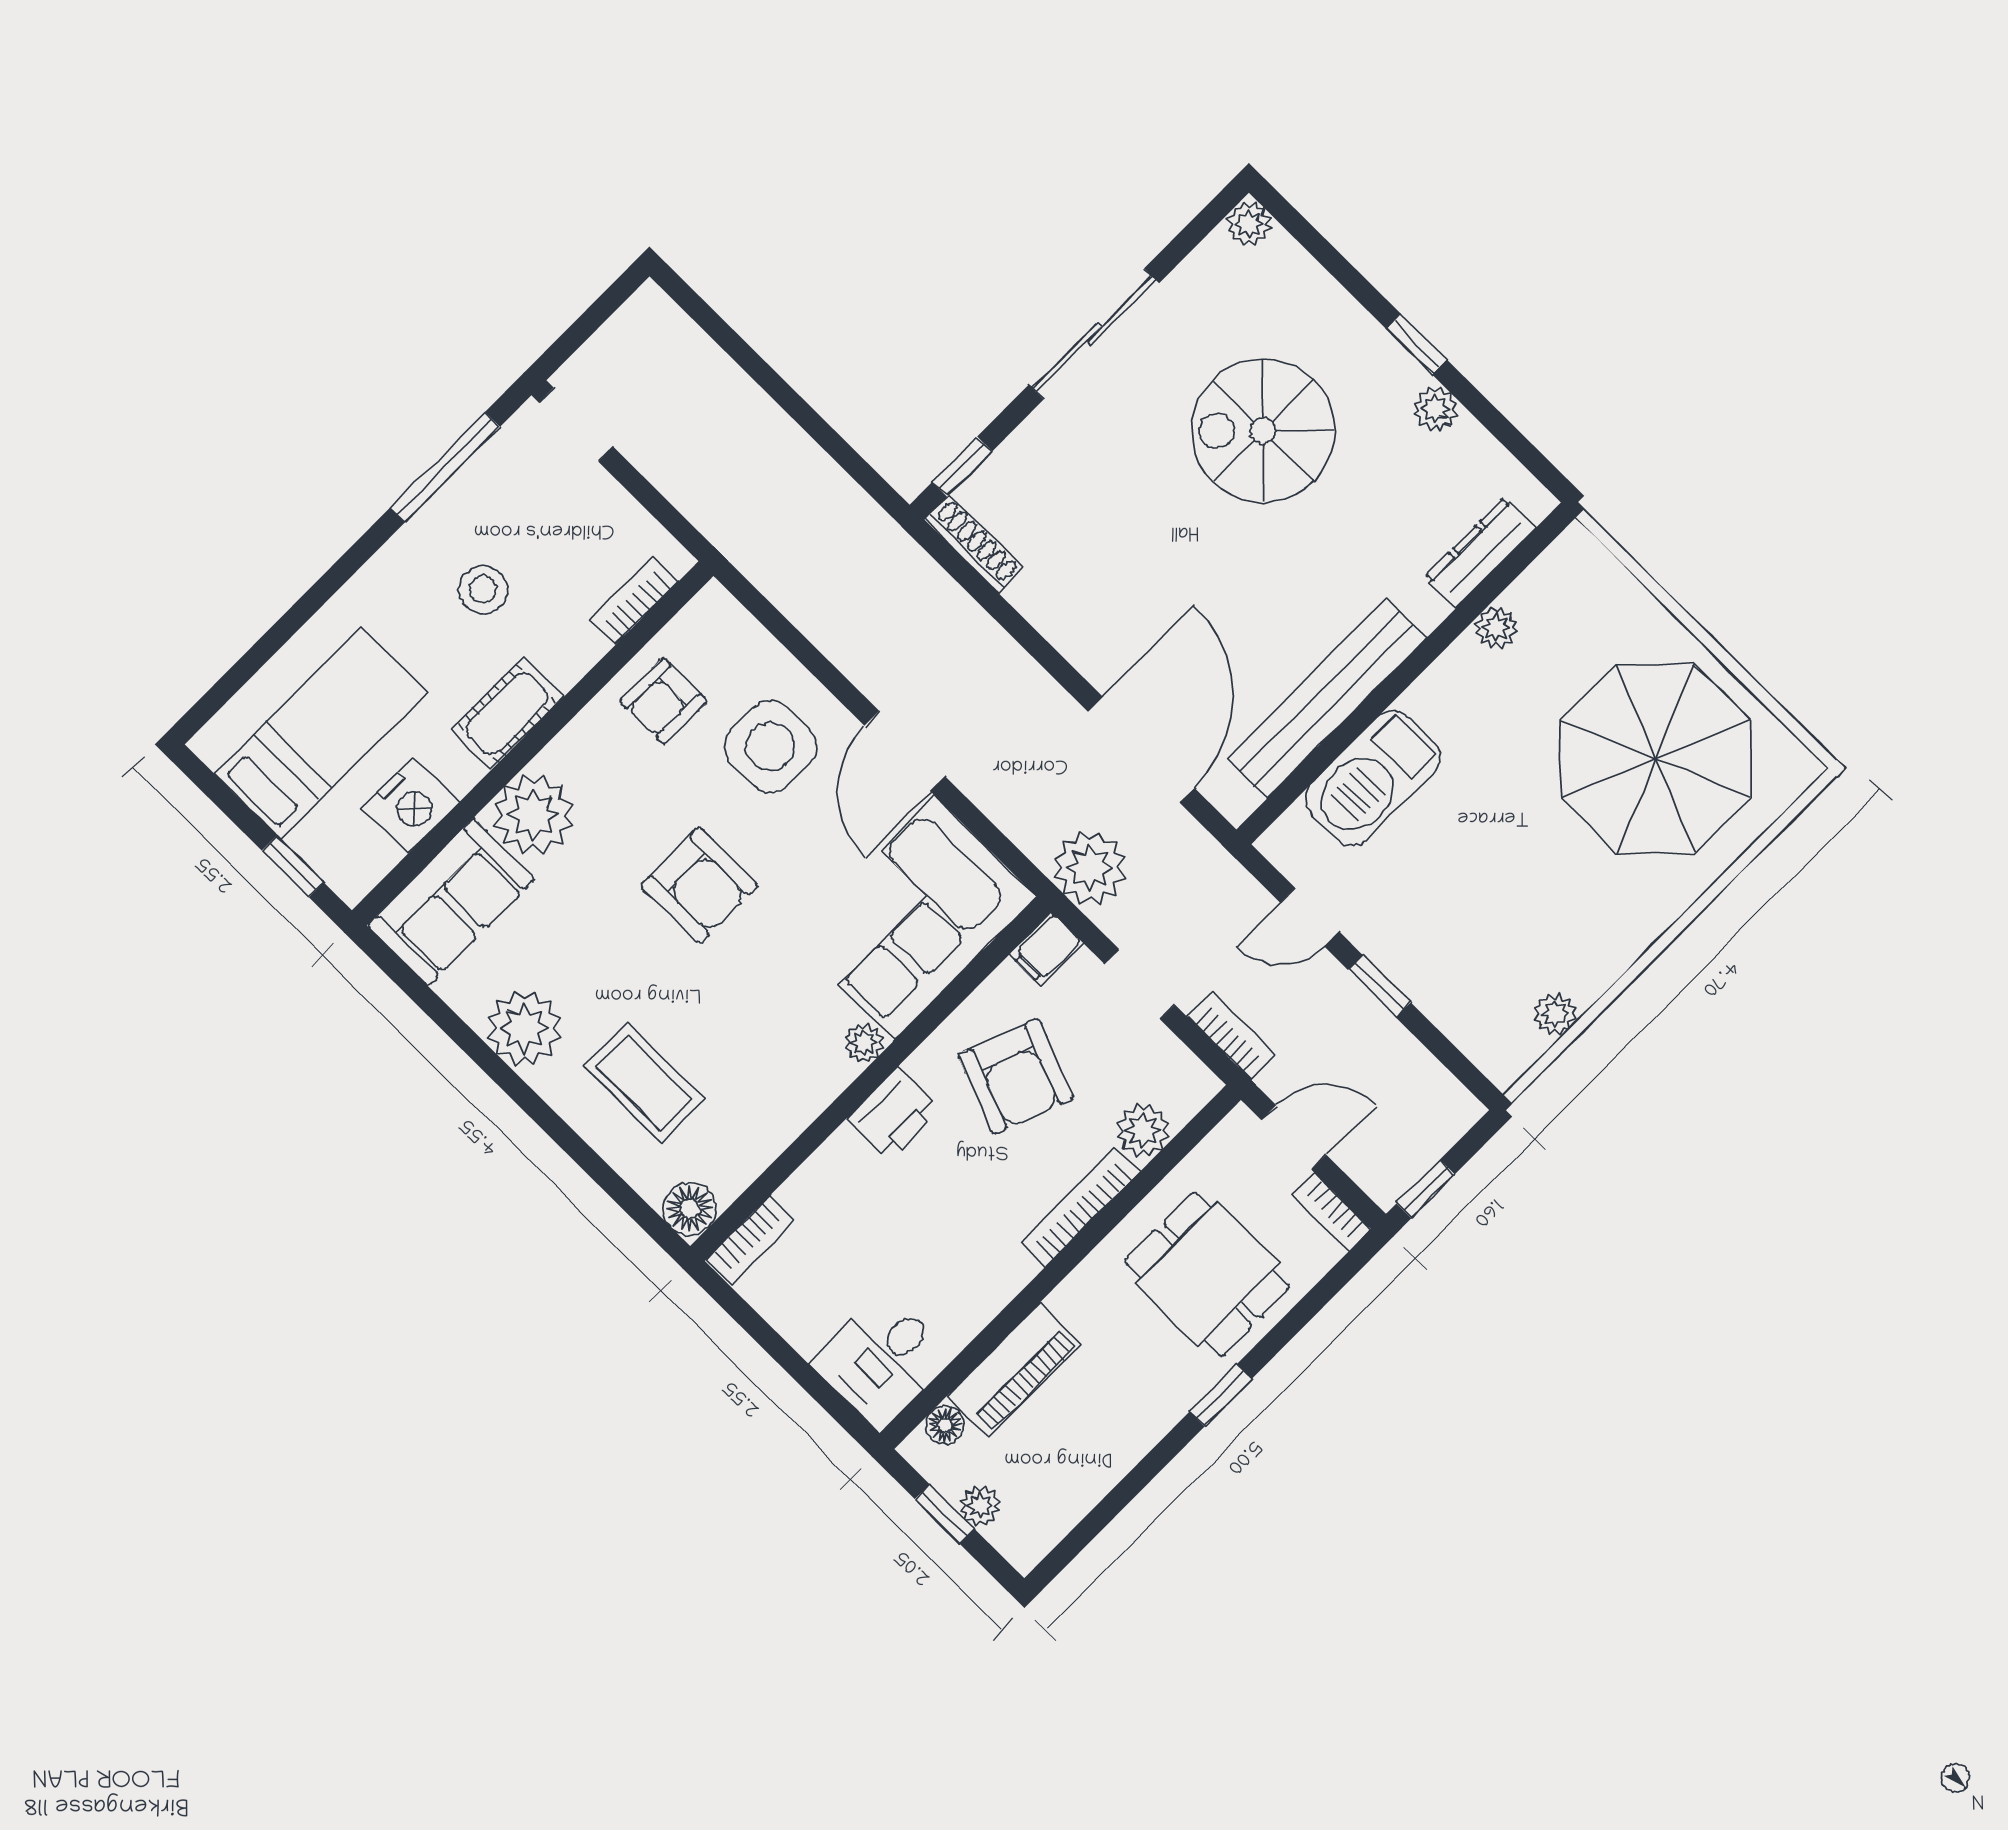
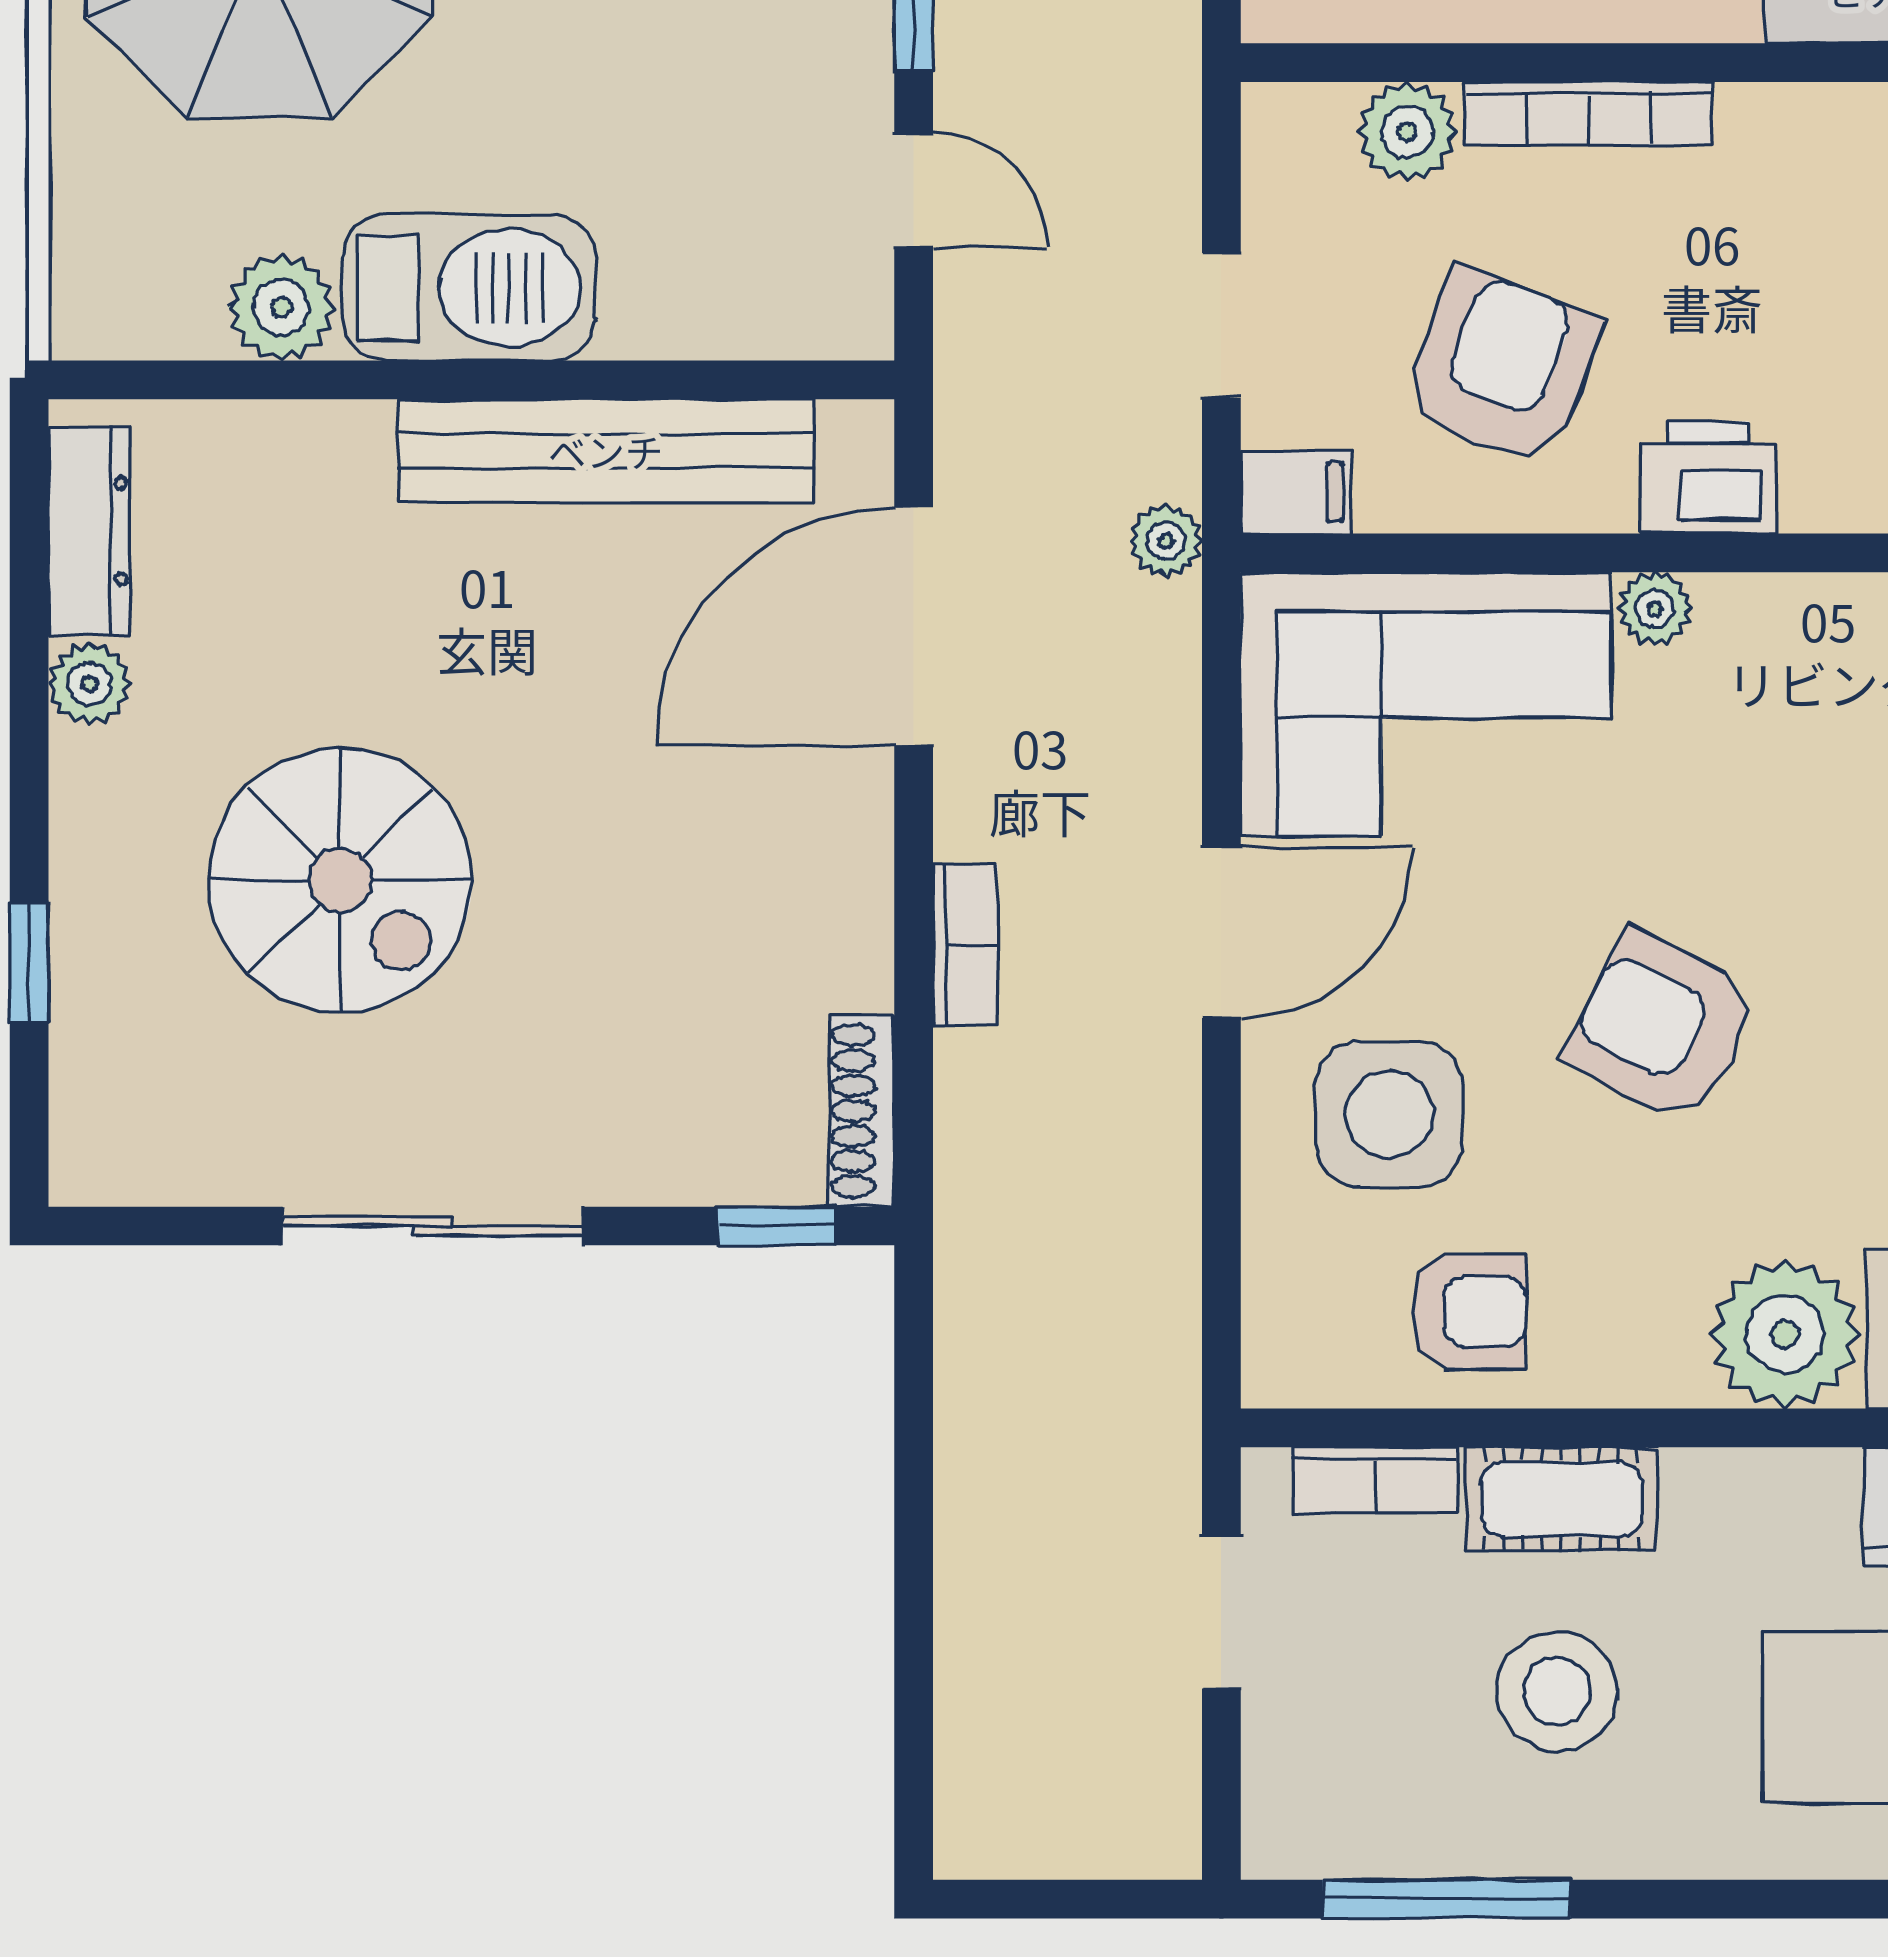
plant: (1249, 224) -> (89, 1166), removed
window: (1416, 344) -> (29, 963), moved
doorway: (576, 425) -> (1221, 1612), moved
dresser: (1480, 553) -> (89, 531), moved, turned -90
stool: (483, 590) -> (1557, 1691), width x1.38, depth x1.38
plant: (1496, 628) -> (281, 307), width x1.38, depth x1.38
cot: (507, 714) -> (1561, 1499), moved
barbecue: (1373, 778) -> (469, 288), moved
plant: (1090, 868) -> (1166, 541), width x0.53, depth x0.53
armchair: (699, 885) -> (1662, 1027), turned -63
bookcase: (1232, 1036) -> (965, 945), moved, turned 180

